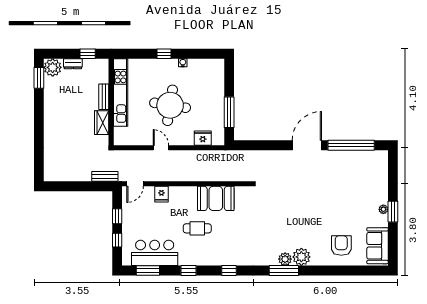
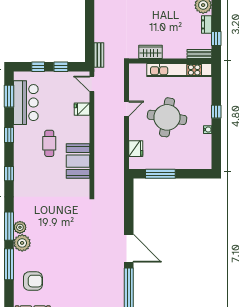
bench: (104, 97) -> (199, 54), moved
window: (324, 270) -> (9, 264), added

